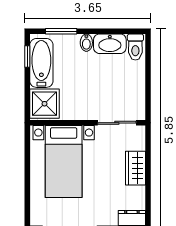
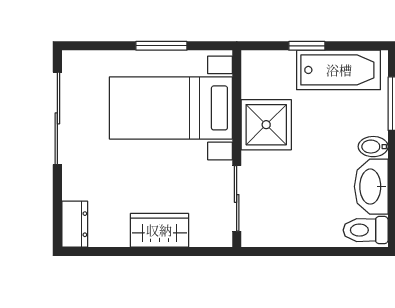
window: (27, 57) -> (307, 46), moved
shower: (44, 104) -> (266, 125), moved
window: (27, 167) -> (161, 46), added

